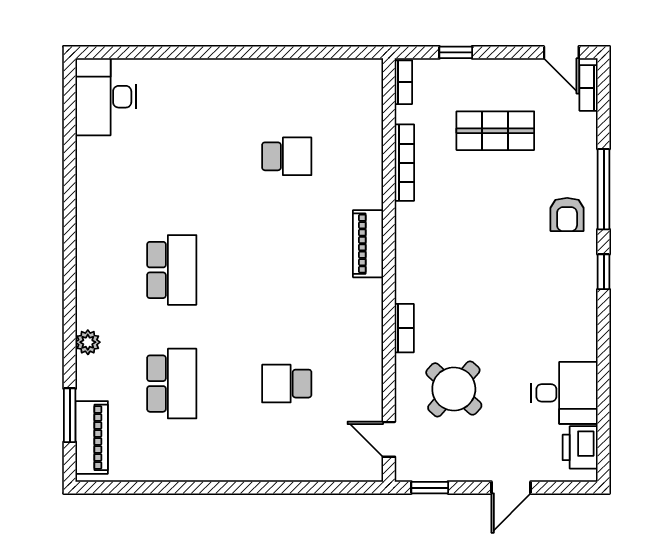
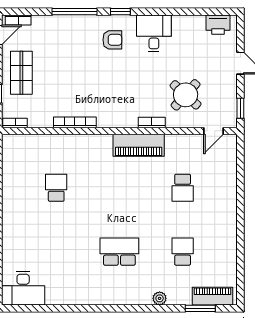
shop shelf: (495, 131) -> (21, 73), moved
bookcase: (404, 163) -> (75, 122), moved
armchair: (567, 214) -> (112, 40), moved
piano: (368, 244) -> (139, 145), moved, width x1.37, depth x1.33
school desk: (172, 384) -> (183, 252), width x0.54
desk: (564, 393) -> (154, 33), moved

